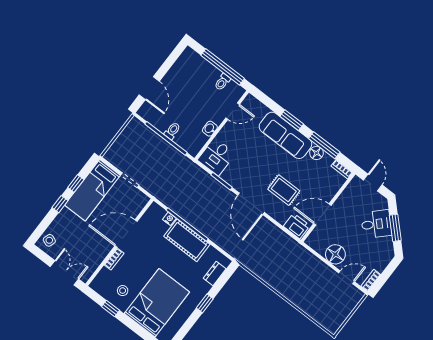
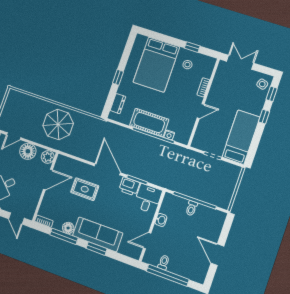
door: (149, 88) -> (217, 255), moved
window: (76, 184) -> (272, 94), moved
printer: (297, 226) -> (129, 186), moved
door: (126, 234) -> (201, 111), width x0.53
plant: (314, 240) -> (48, 157), added
double door: (64, 273) -> (240, 62), swing flipped
parasol: (291, 273) -> (58, 124), added

